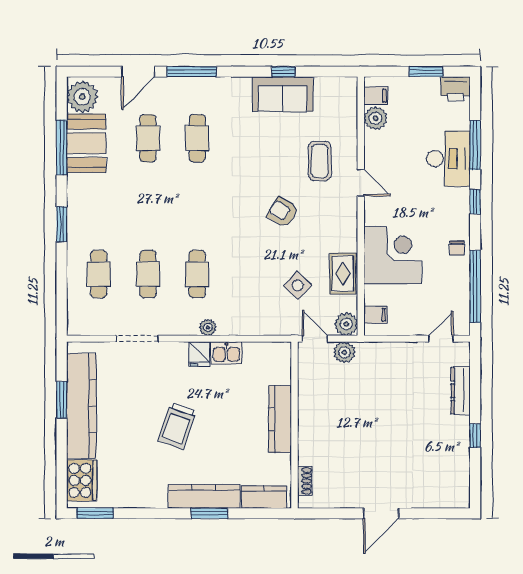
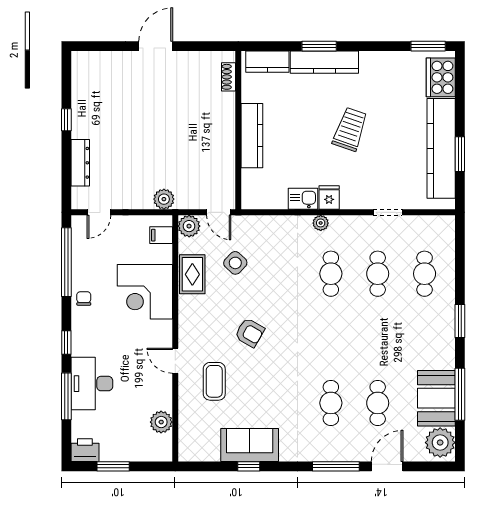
filing cabinet: (376, 96) -> (161, 443), removed
doorway: (137, 339) -> (388, 212), width x0.73
plant: (344, 352) -> (164, 199), moved

